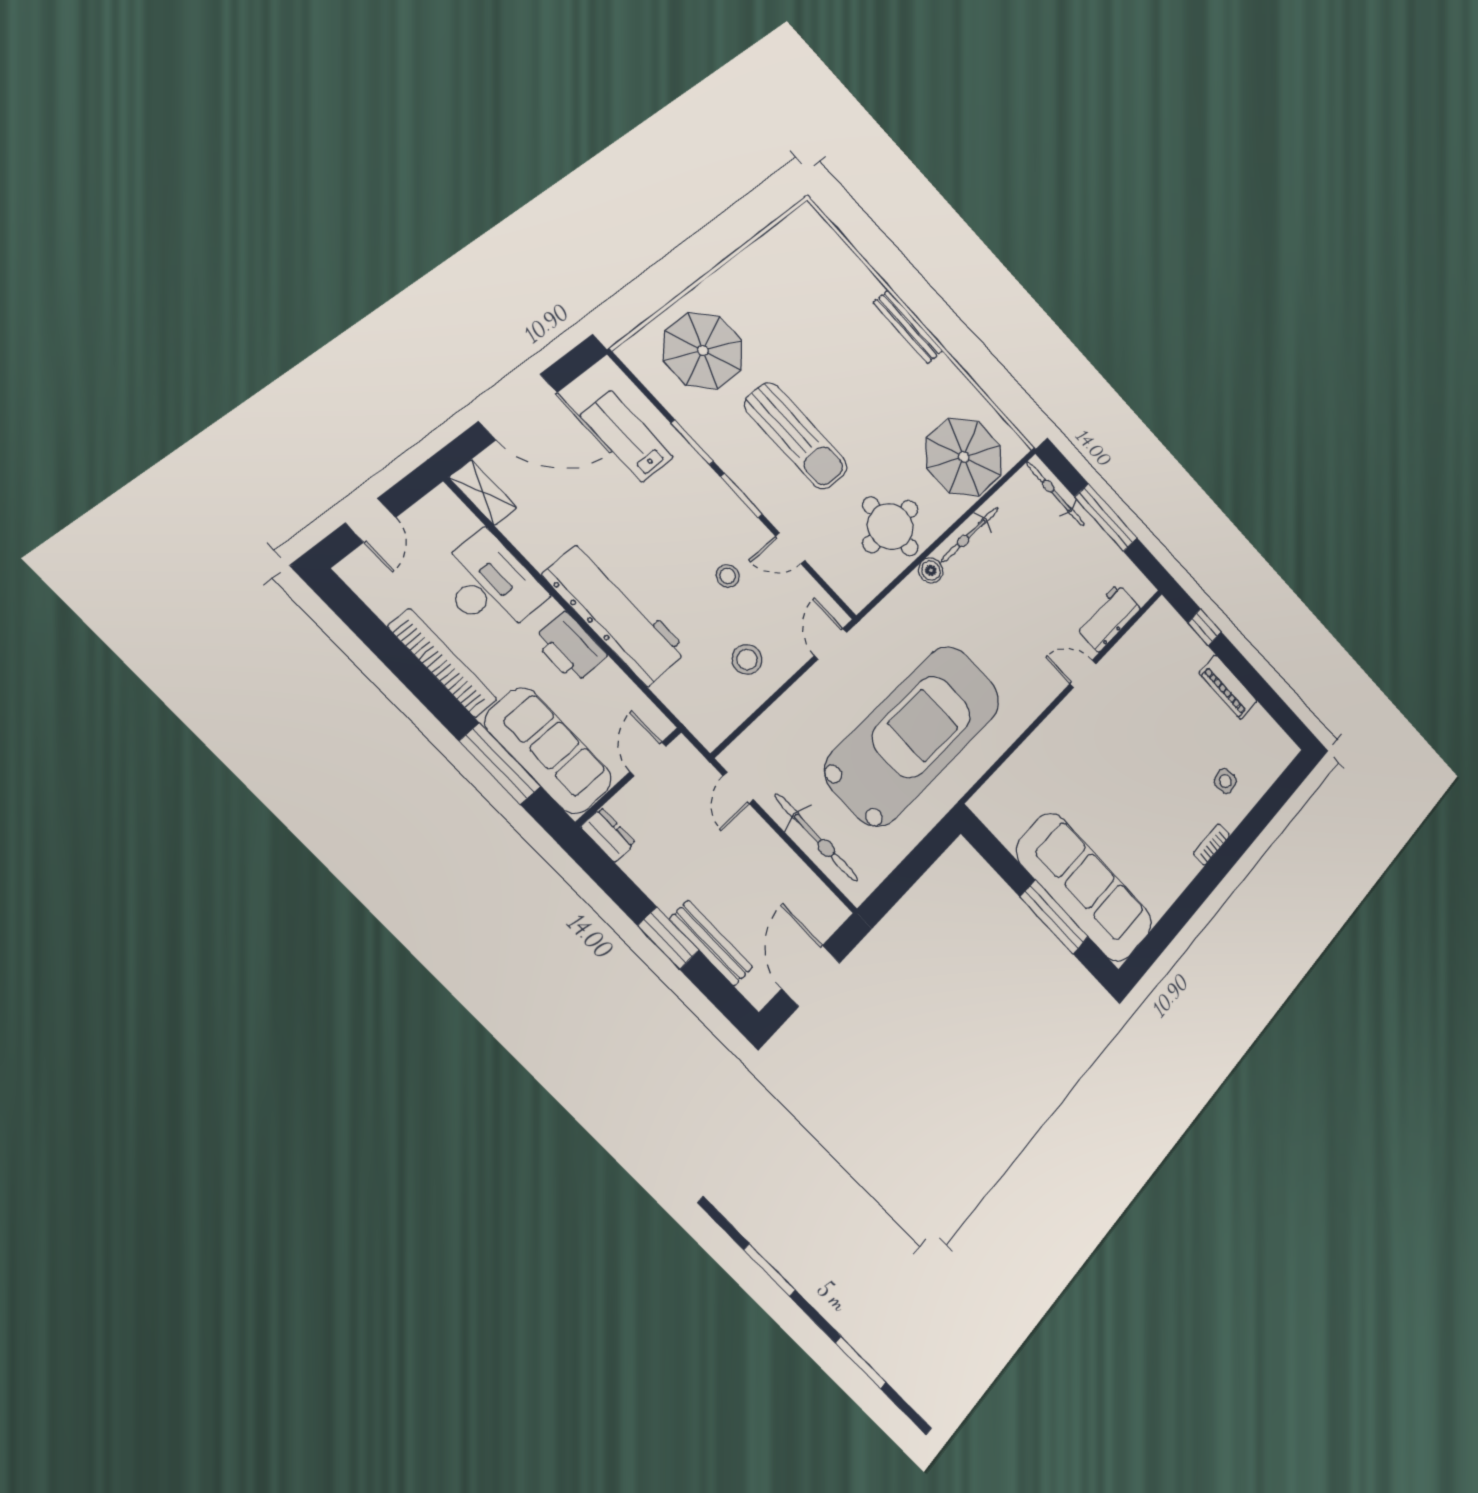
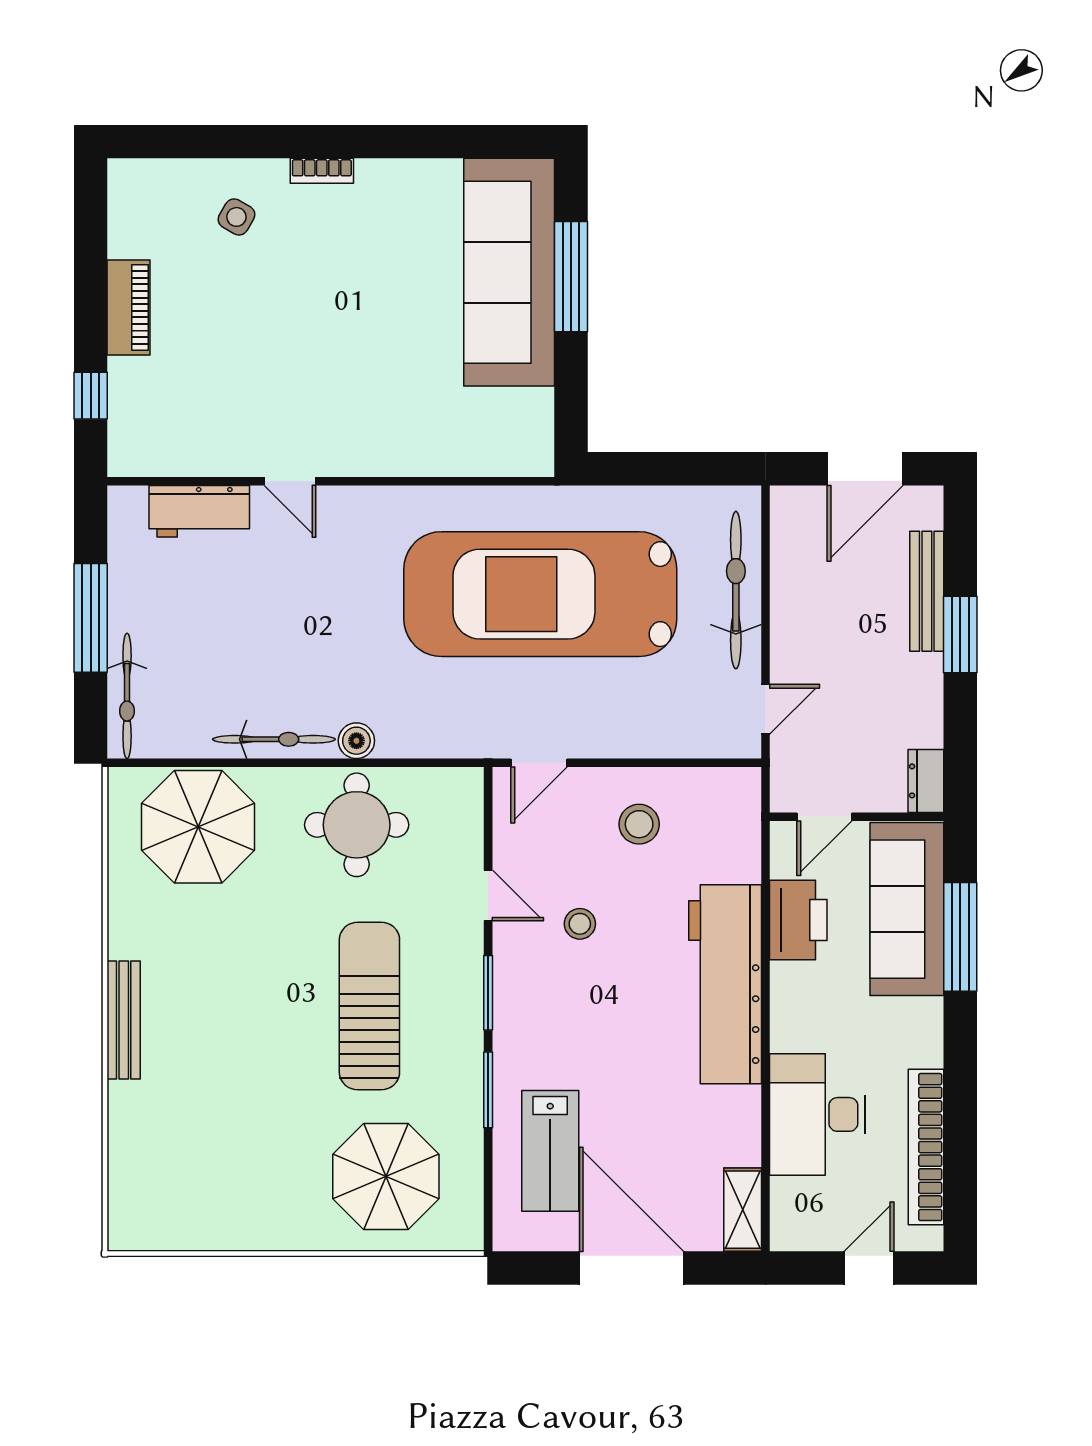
printer: (570, 647) -> (798, 920), moved
bookcase: (442, 663) -> (926, 1147), moved
side table: (1225, 781) -> (236, 217), turned 38

